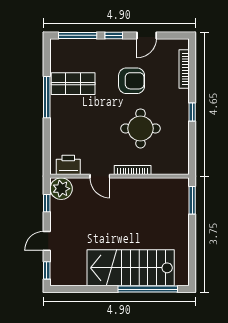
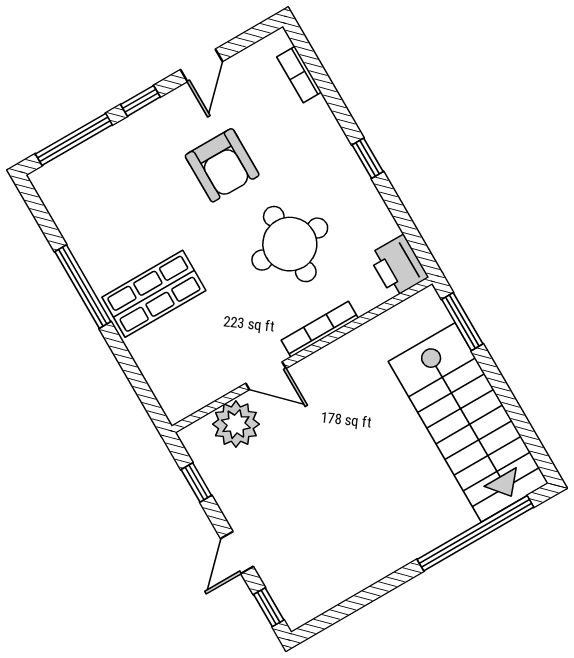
bookcase: (184, 69) -> (299, 74), width x0.64
armchair: (132, 81) -> (222, 165), turned 90
shop shelf: (73, 84) -> (154, 294), moved
printer: (68, 165) -> (398, 266), moved, turned -90
plant: (61, 189) -> (236, 424), moved
stairs: (131, 268) -> (468, 422), moved, turned -90

